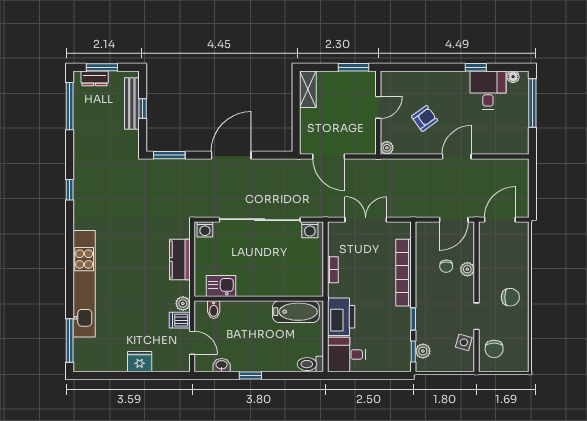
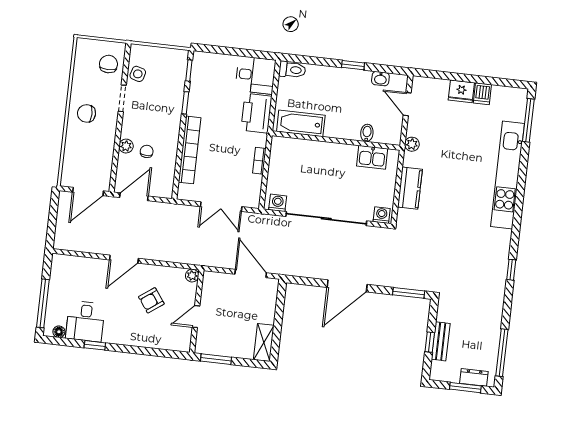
bench: (132, 104) -> (441, 341), width x0.73
bidet: (214, 310) -> (367, 133), moved
dishwasher: (180, 320) -> (482, 94), moved, turned 90
plant: (423, 351) -> (179, 70), removed

